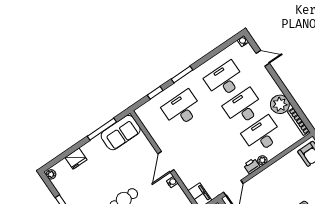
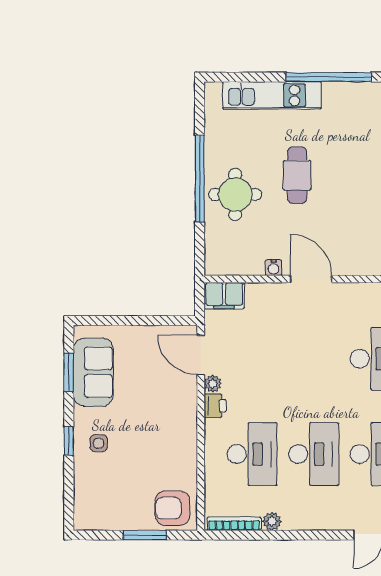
plant: (280, 104) -> (272, 521), width x0.53, depth x0.53
plant: (262, 160) -> (213, 384), moved

